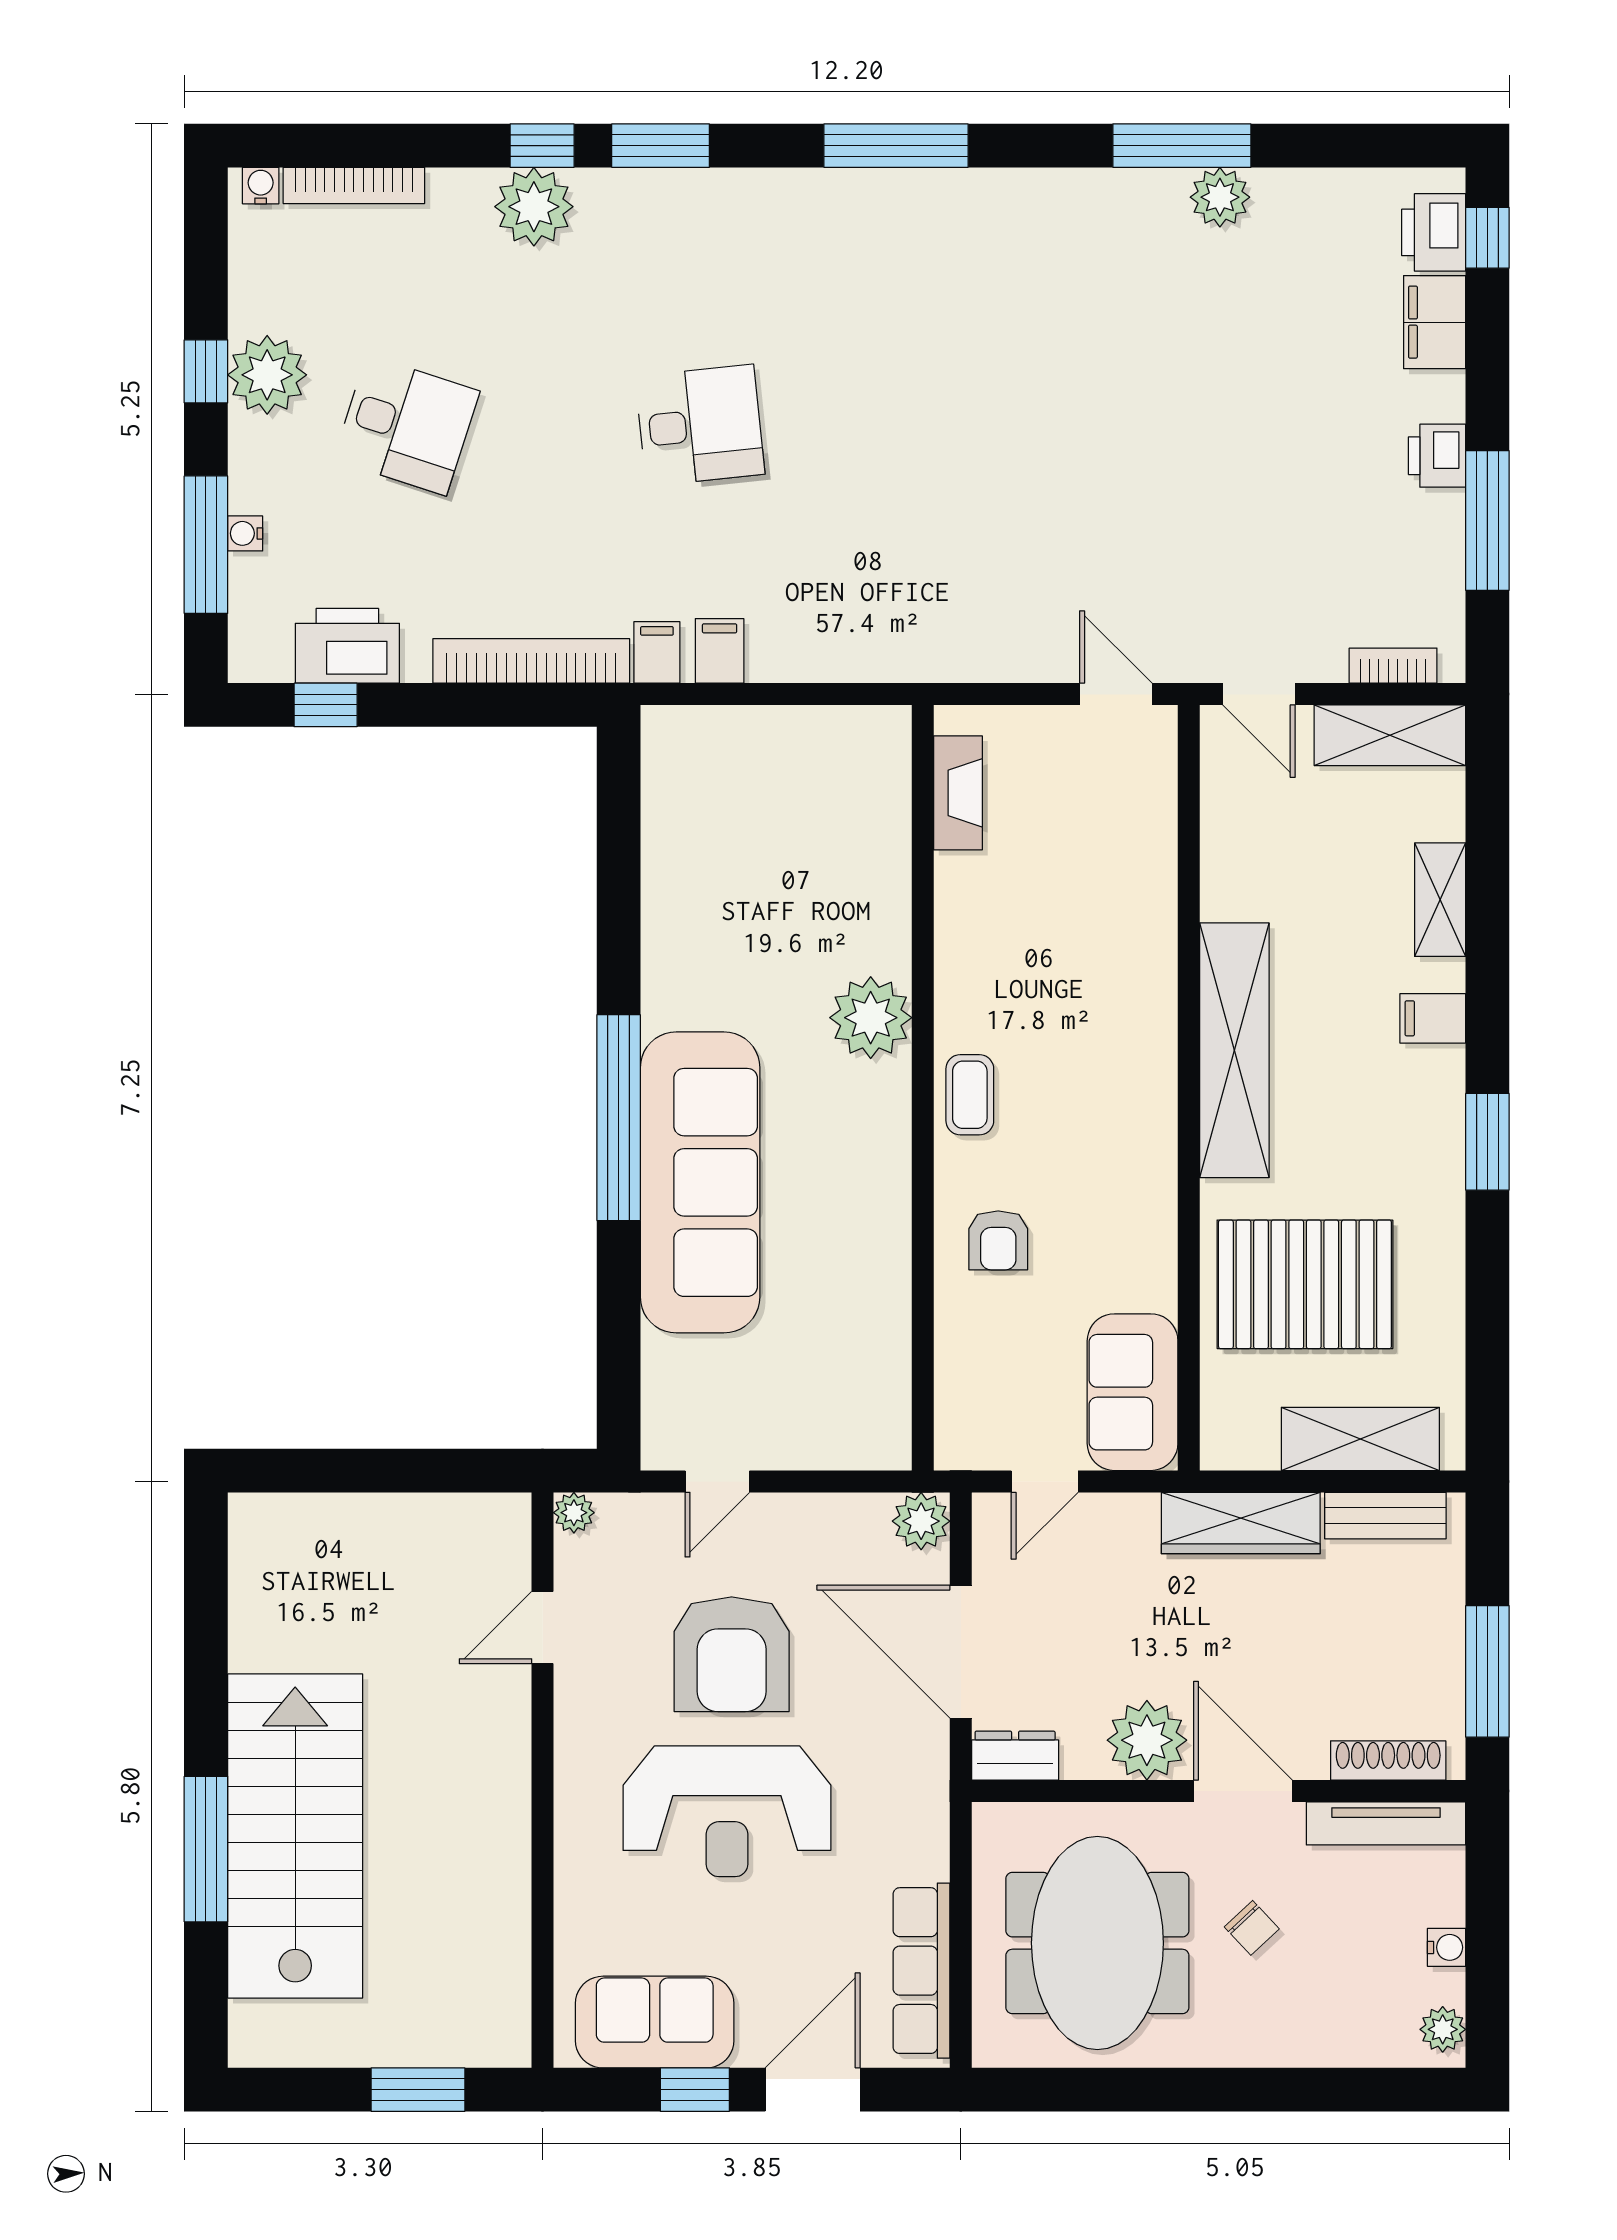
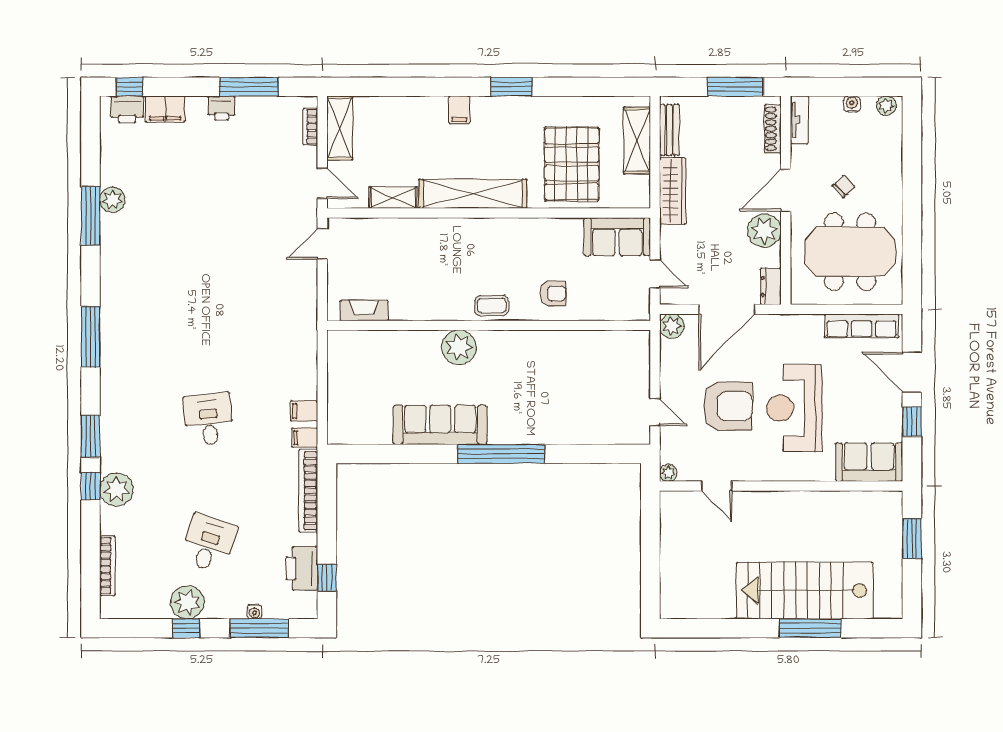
water cooler: (261, 186) -> (107, 605), removed
door: (1259, 694) -> (322, 183), hinge flipped
shelving: (1440, 900) -> (393, 198), moved
sofa: (700, 1182) -> (440, 425), moved, width x0.74, depth x0.79
reception desk: (727, 1811) -> (794, 408), turned 180
tv unit: (1386, 1823) -> (799, 120), width x0.71
sofa: (655, 2022) -> (869, 462), moved, turned 90

